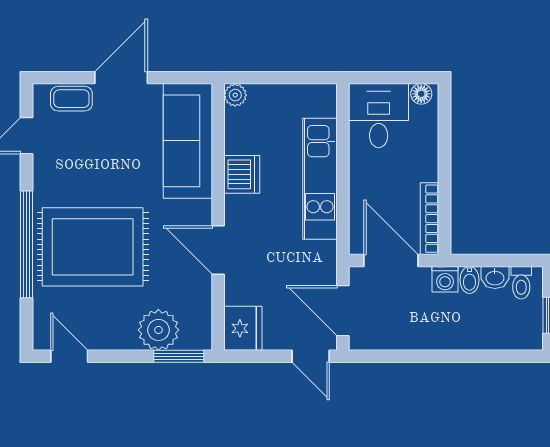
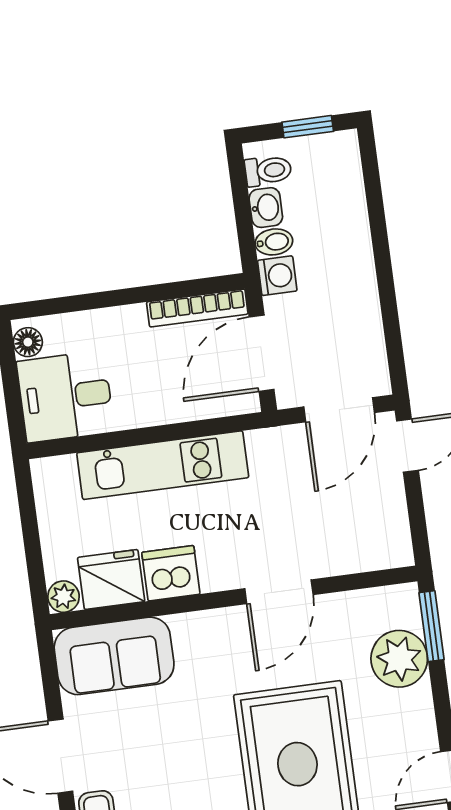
sofa: (188, 141) -> (114, 656), width x0.73
fridge: (243, 328) -> (111, 580), moved

